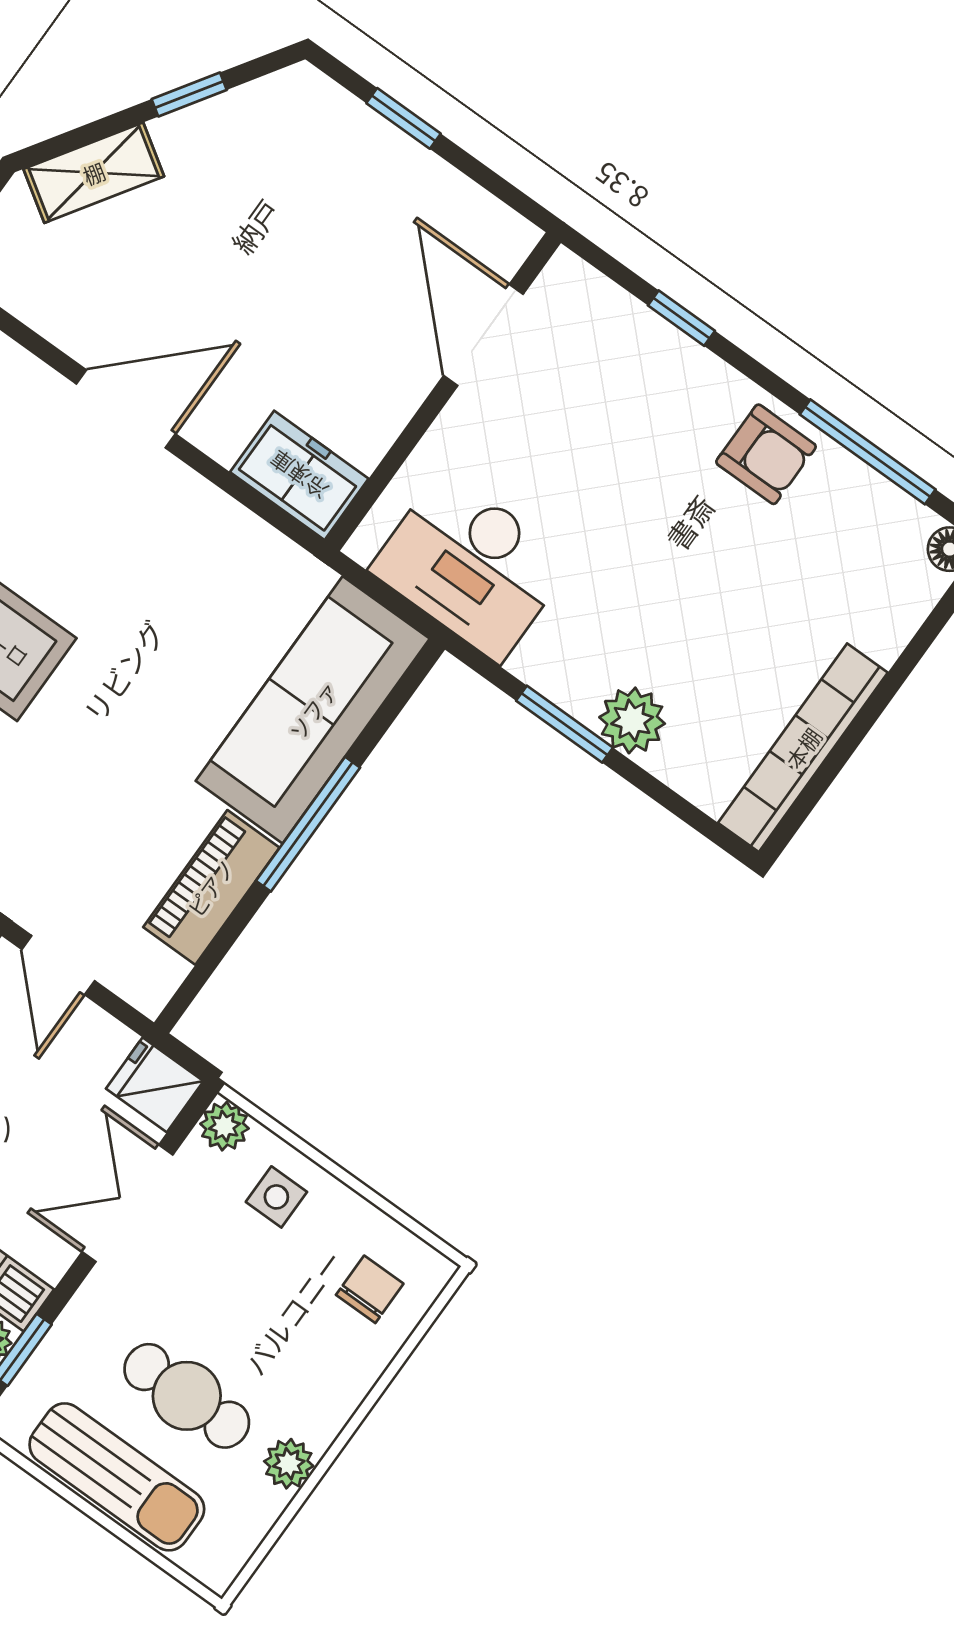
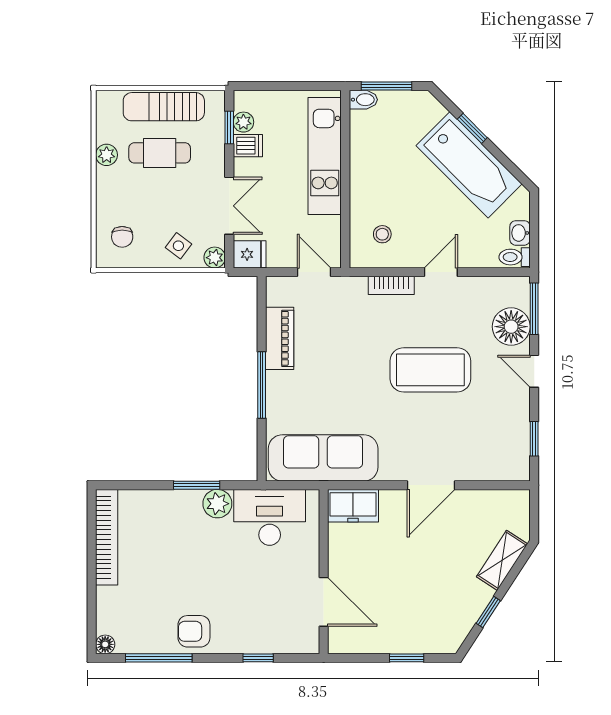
sofa: (313, 710) -> (323, 458), moved, turned -90
plant: (632, 720) -> (217, 504), moved
side table: (276, 1197) -> (178, 246), turned 37

